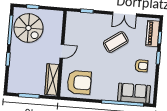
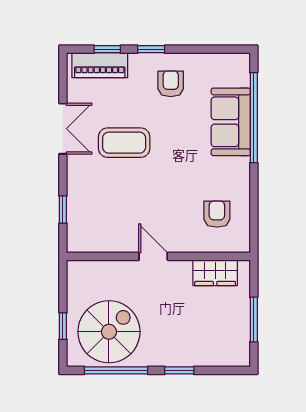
coffee table: (116, 42) -> (124, 143), turned -55
wardrobe: (52, 79) -> (215, 273), width x0.67
armchair: (79, 82) -> (217, 214), width x0.53, depth x0.53
sofa: (134, 93) -> (231, 122), moved

